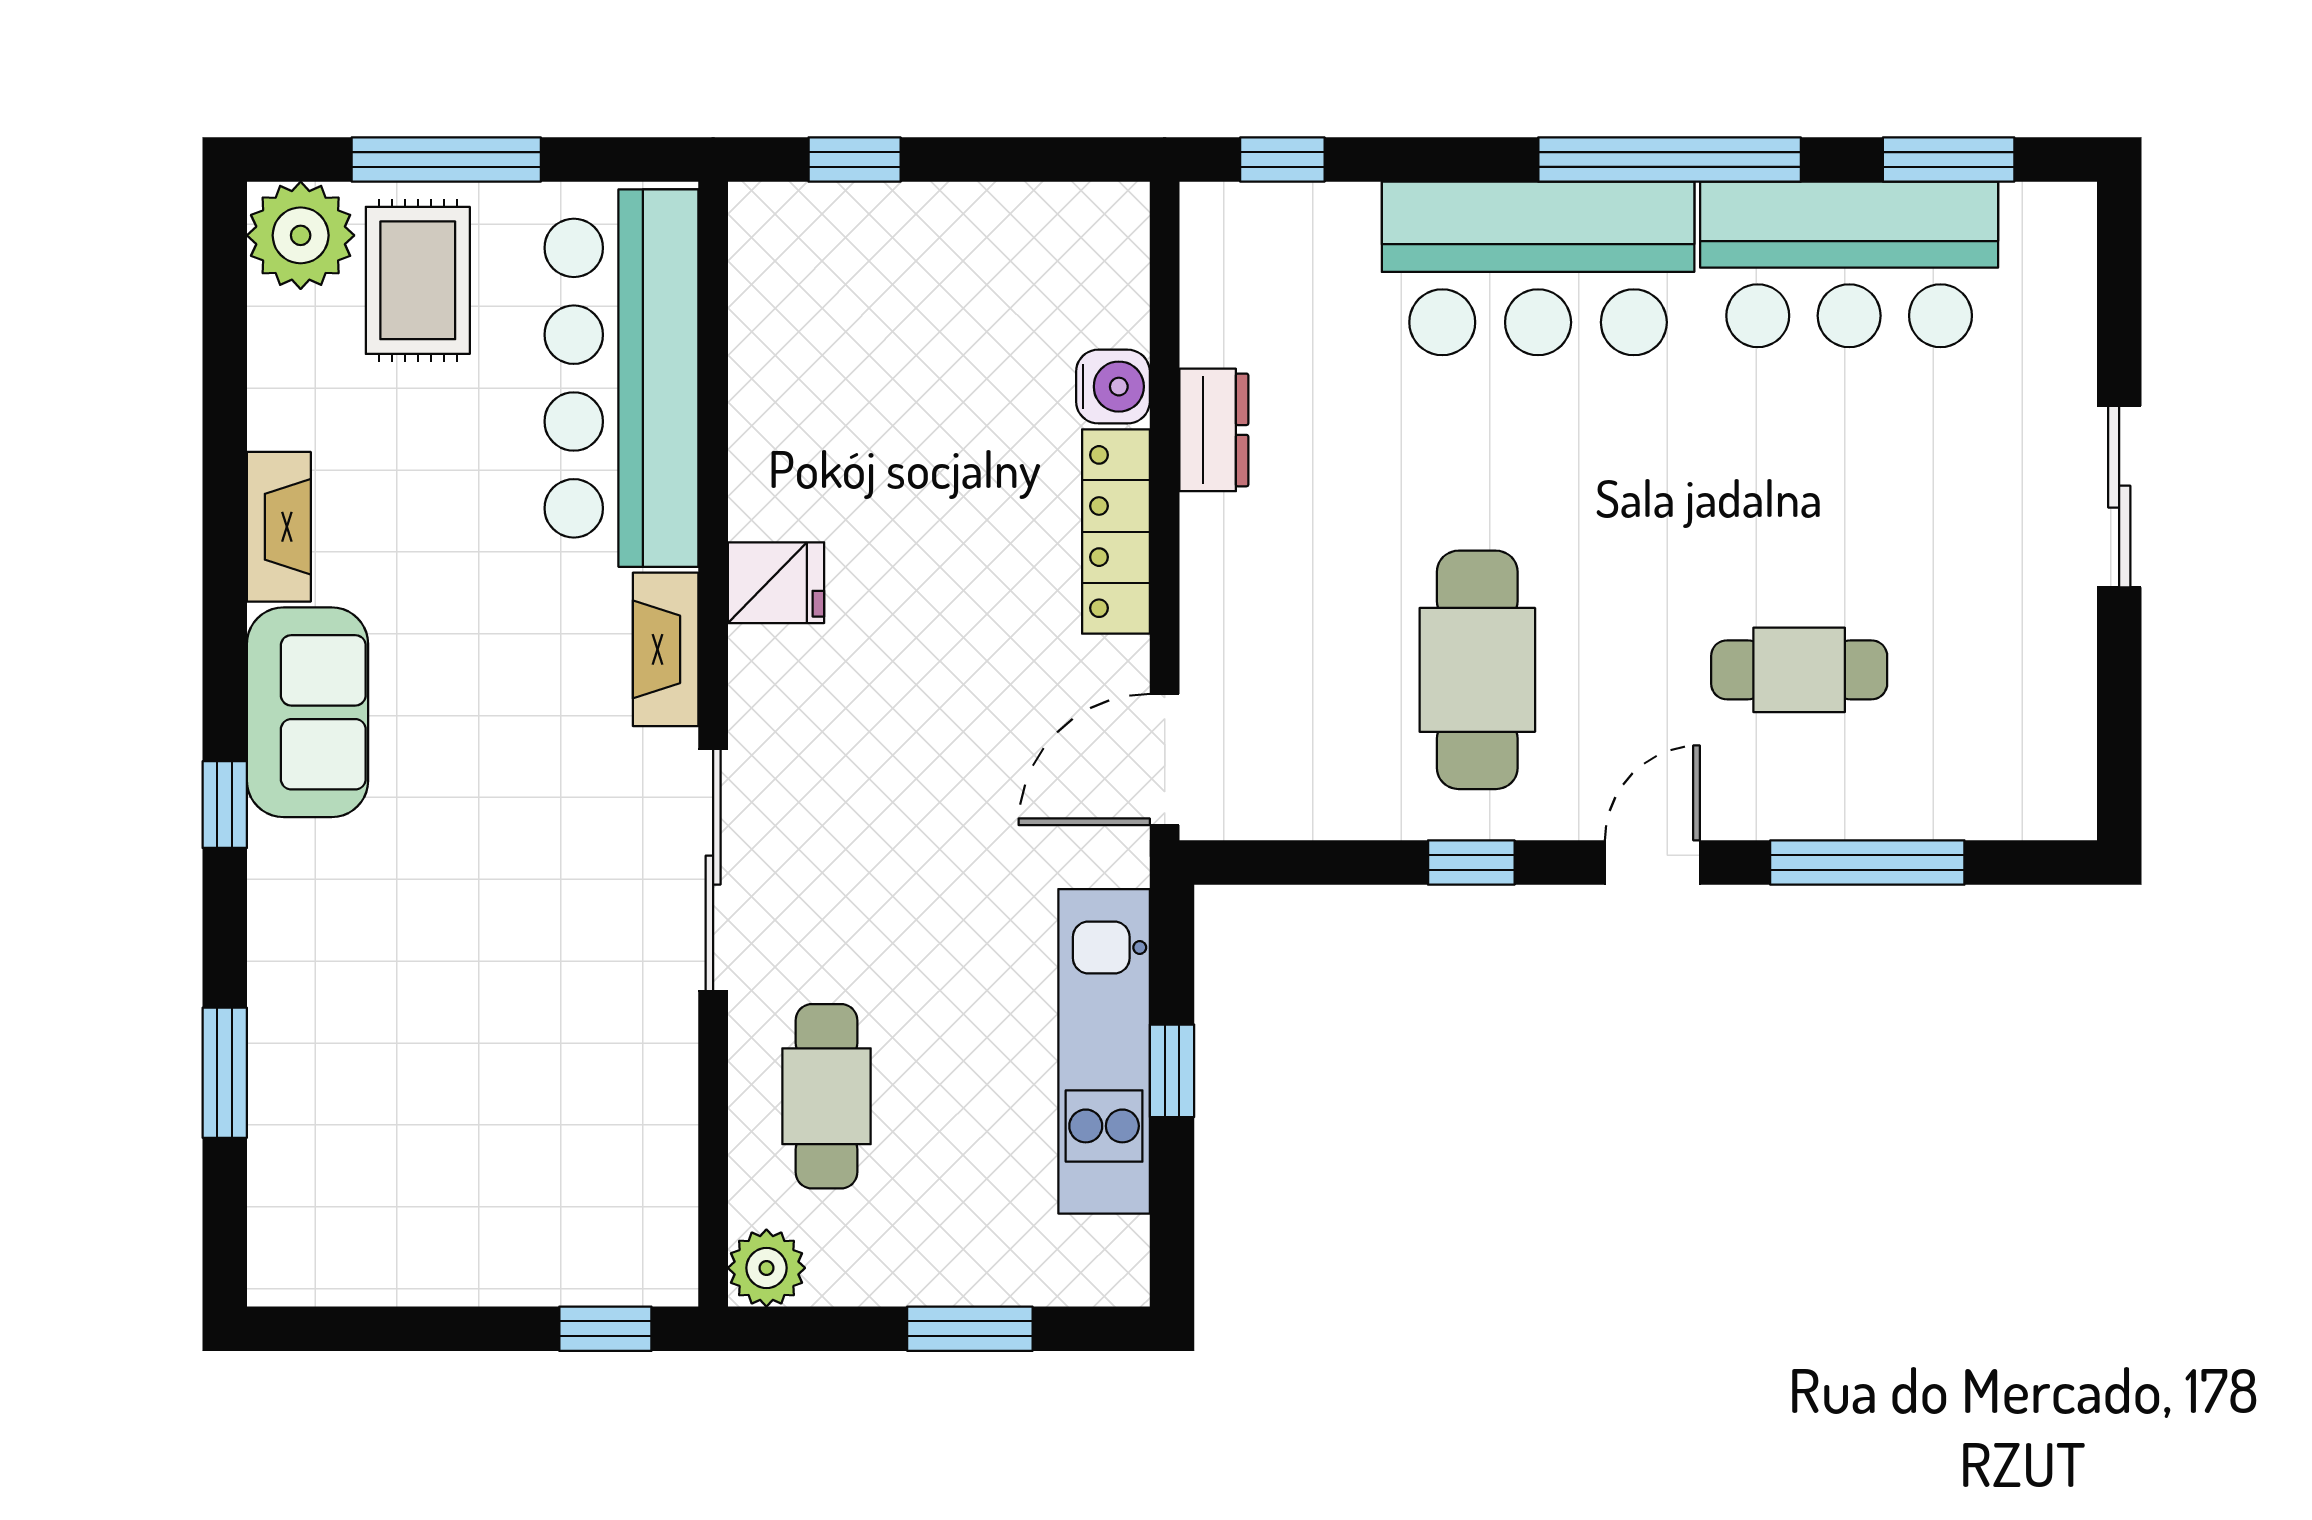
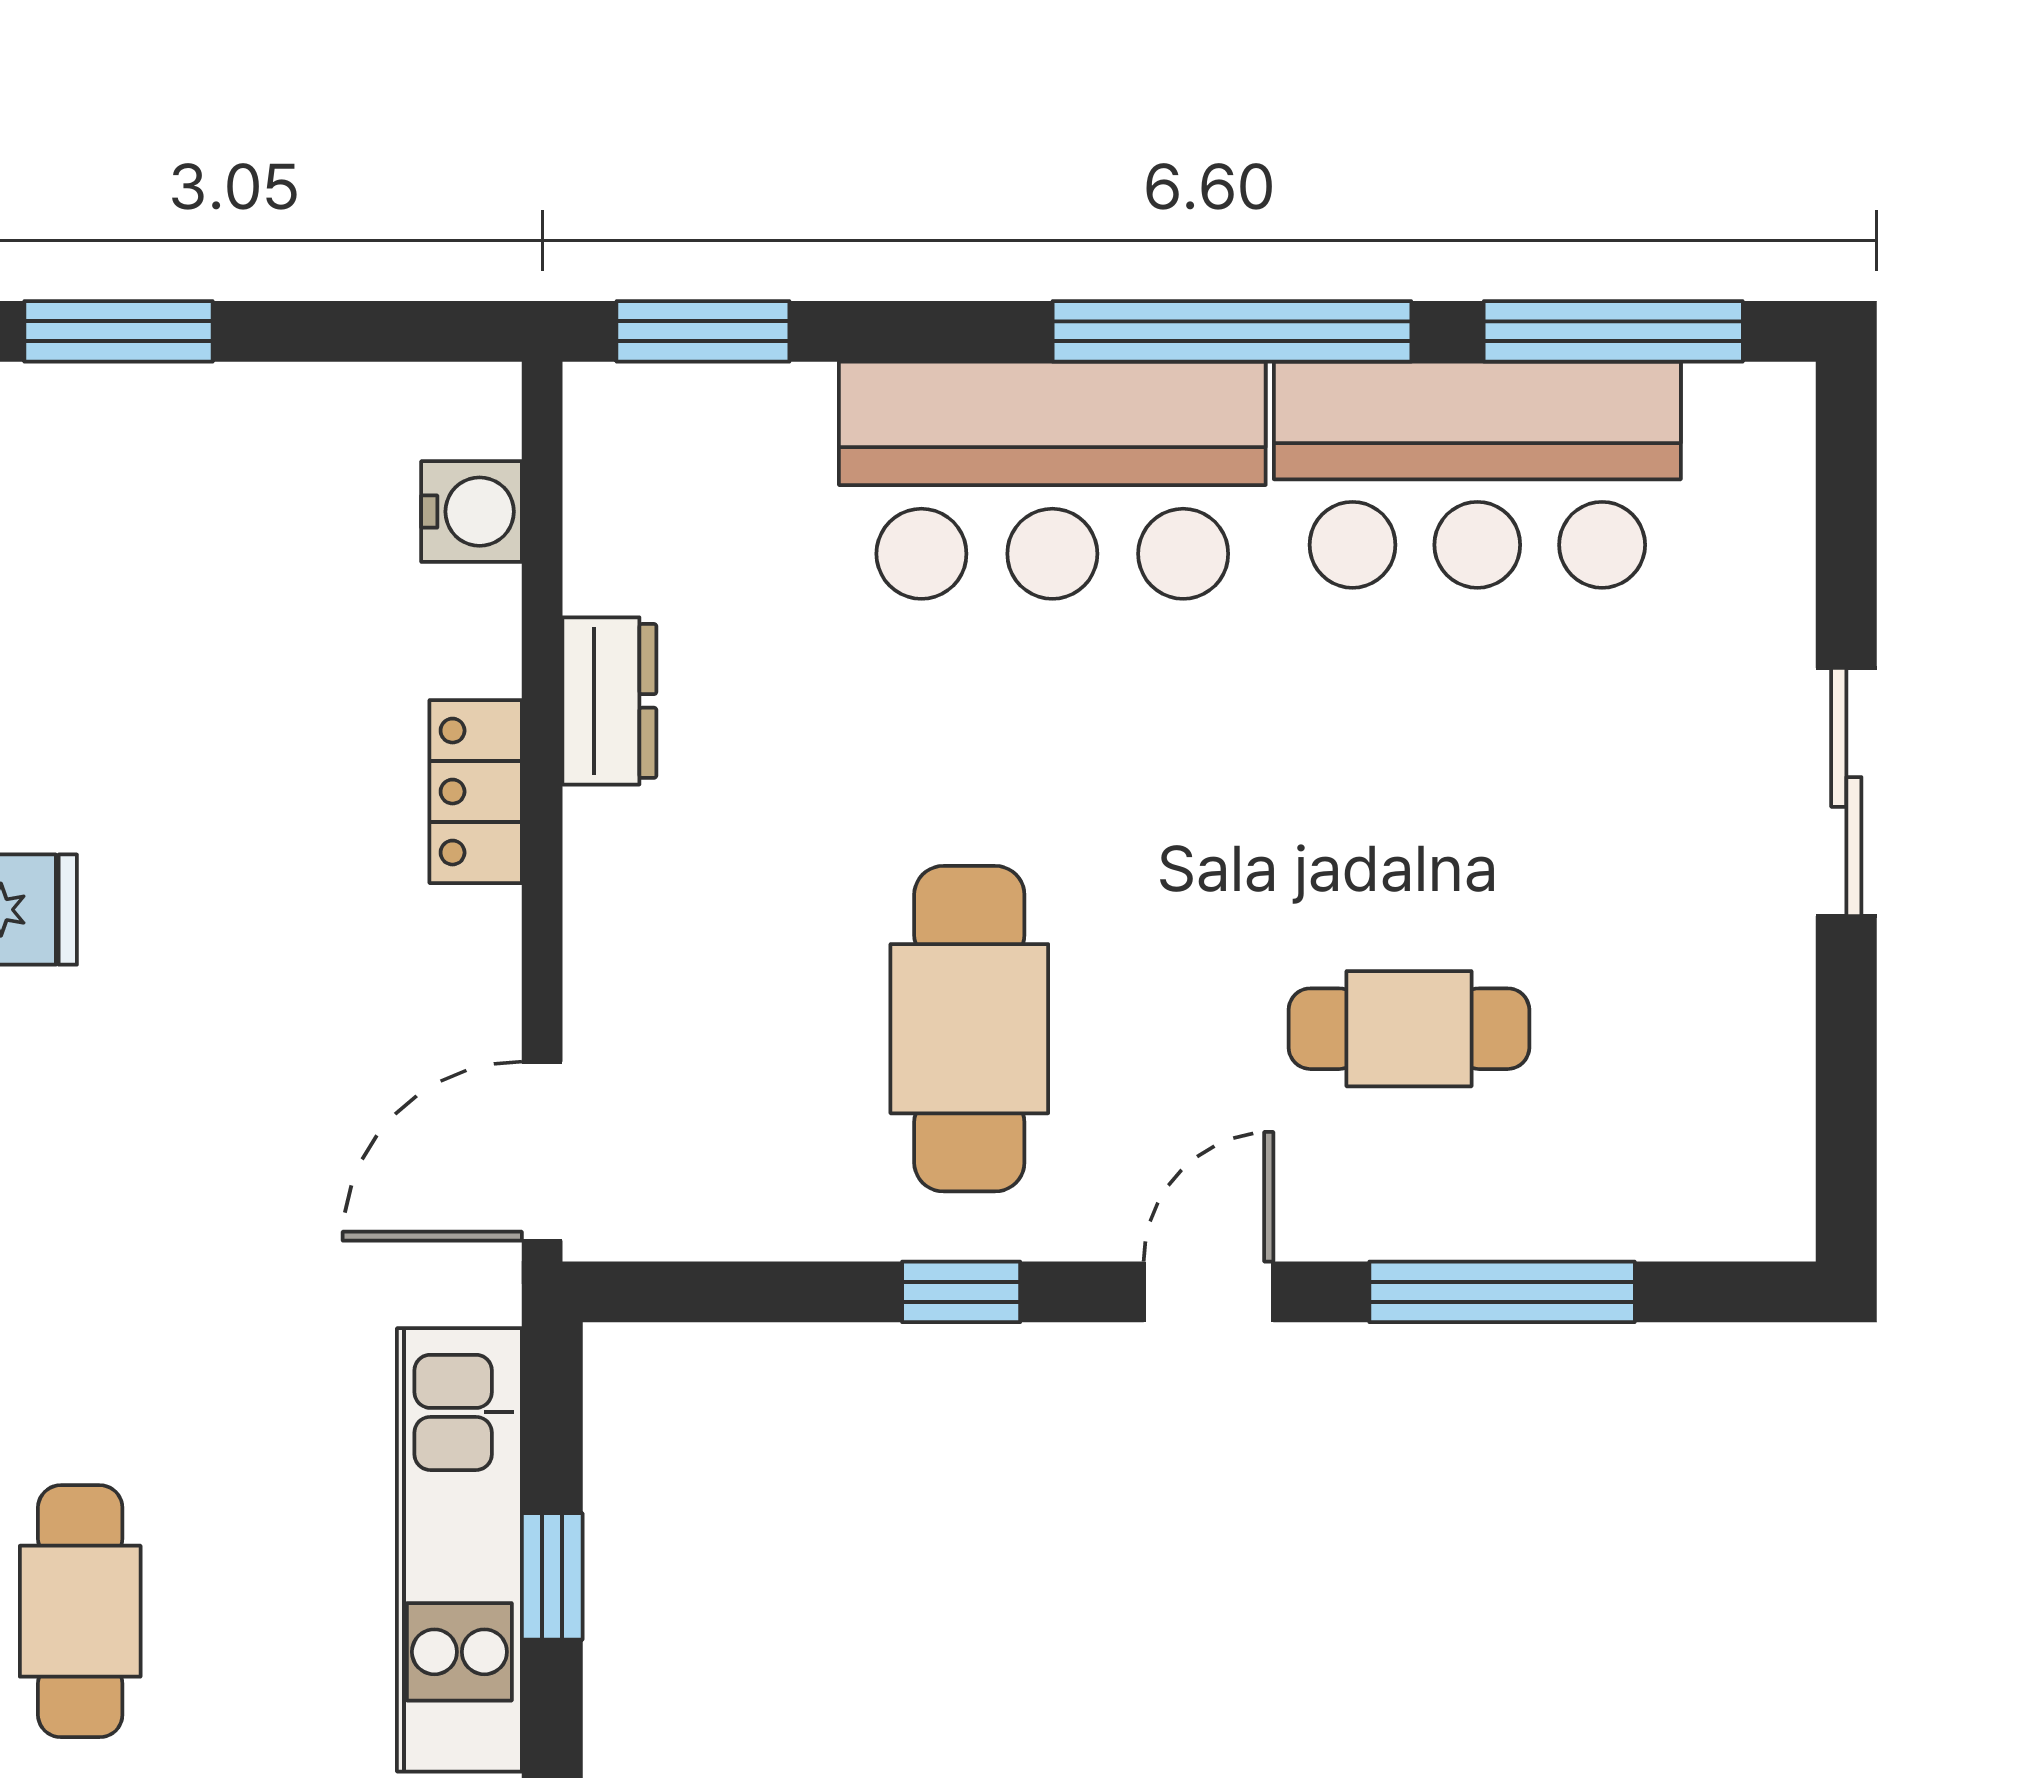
window: (855, 159) -> (119, 331), width x1.50
window: (1282, 159) -> (703, 331), width x1.50
window: (1949, 159) -> (1613, 331), width x1.44
water cooler: (1113, 387) -> (472, 512), moved
locker: (1116, 532) -> (476, 792), width x0.66

